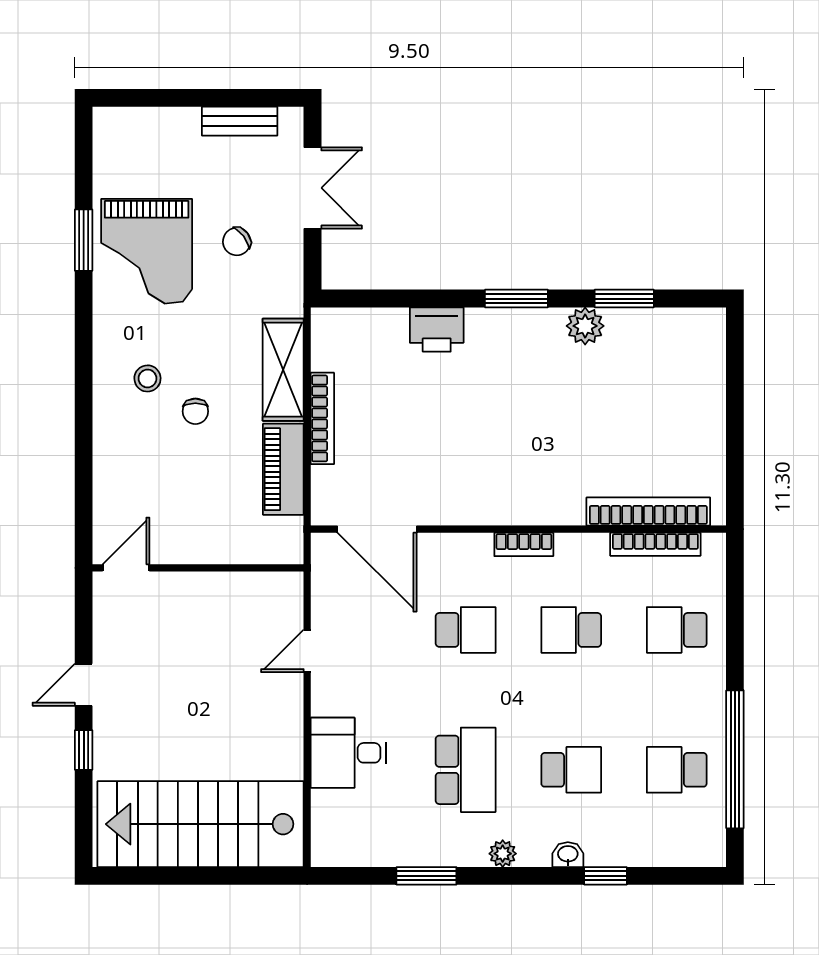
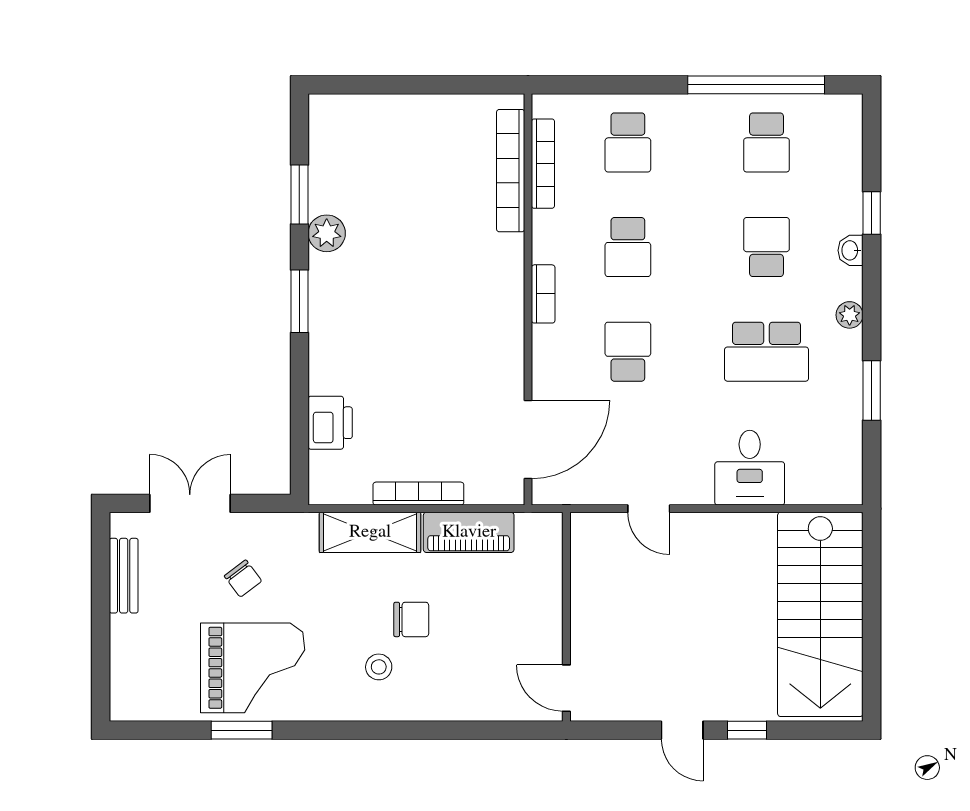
printer: (437, 330) -> (330, 423), moved
chair: (195, 411) -> (411, 619), width x1.37, depth x1.37
school desk: (466, 770) -> (767, 352), turned 180

